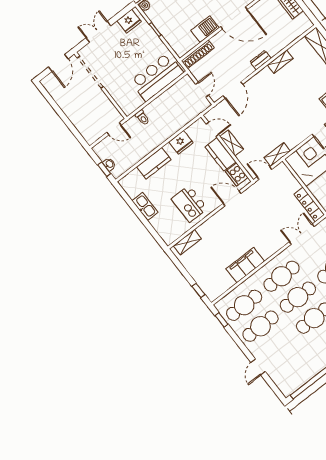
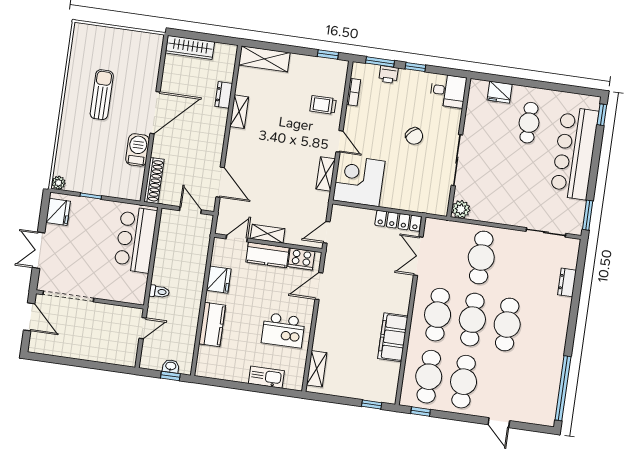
dresser: (261, 60) -> (224, 95), moved
shelving: (277, 154) -> (326, 174), moved
kitchen sink: (145, 207) -> (266, 377), moved

